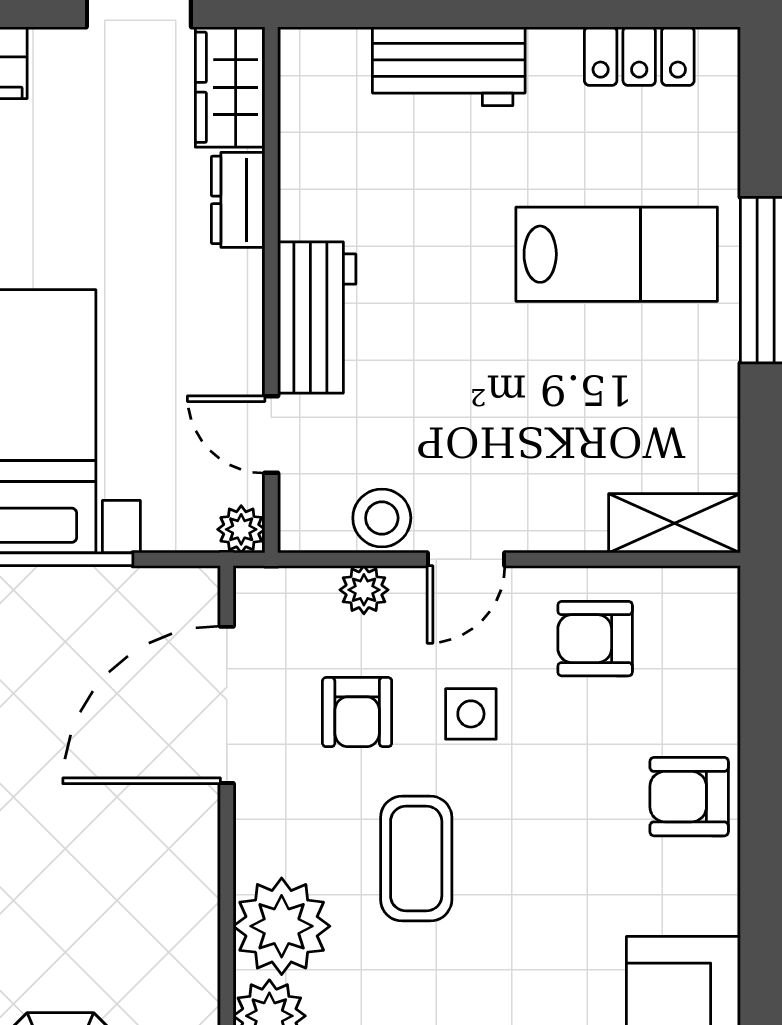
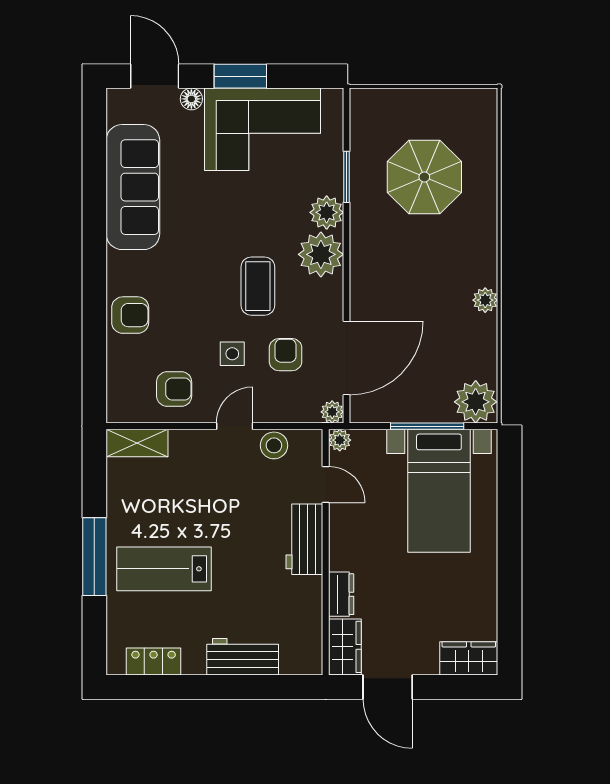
plant: (364, 590) -> (332, 412), moved

